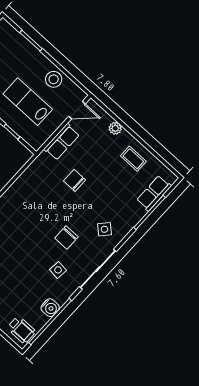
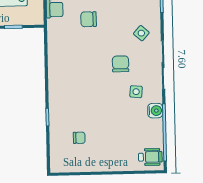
chair: (66, 238) -> (121, 64), turned 180
water cooler: (50, 308) -> (155, 111), moved

